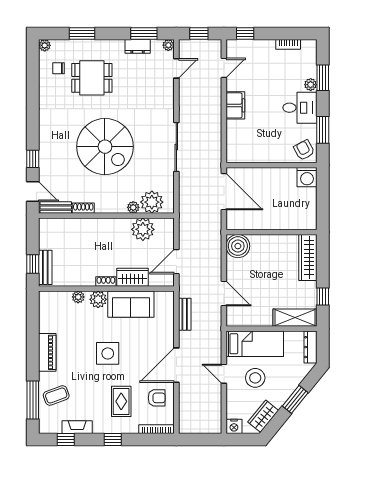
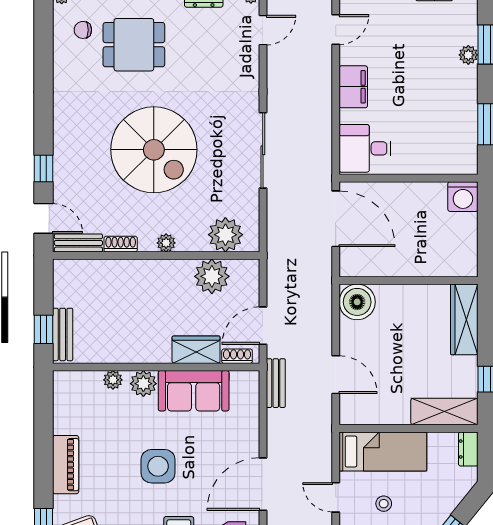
desk: (300, 108) -> (365, 148), moved, turned 180
armchair: (304, 150) -> (458, 155), removed
plant: (133, 207) -> (166, 243), moved
shoe rack: (106, 281) -> (237, 356), moved
bench: (185, 314) -> (276, 383), moved
dresser: (310, 347) -> (468, 449), width x0.70
stool: (255, 378) -> (384, 504), width x0.53, depth x0.53

